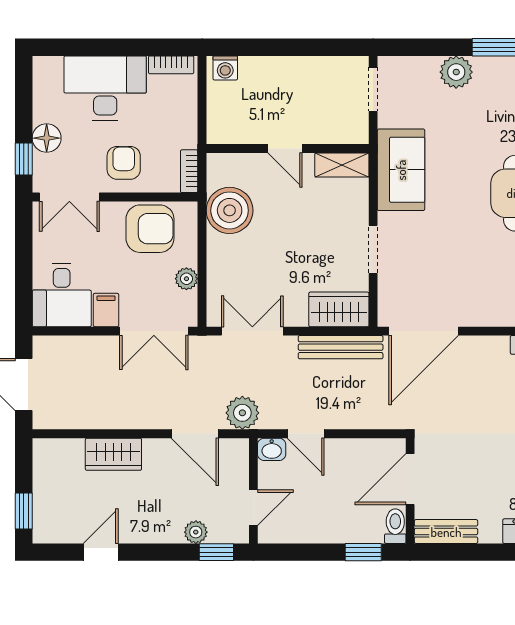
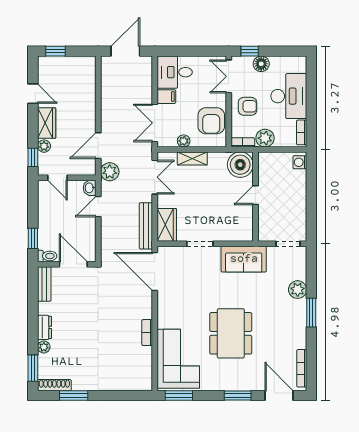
plant: (181, 131) -> (265, 138), added
shelving: (342, 165) -> (192, 159), moved, turned 90
boiler: (230, 210) -> (240, 165), moved
wardrobe: (113, 454) -> (47, 123), moved, turned 180

